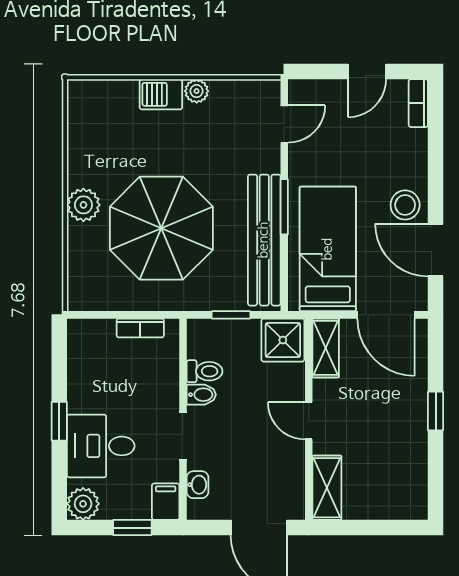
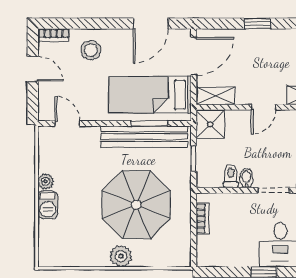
stool: (405, 205) -> (91, 50), moved
window: (284, 207) -> (149, 123), moved

